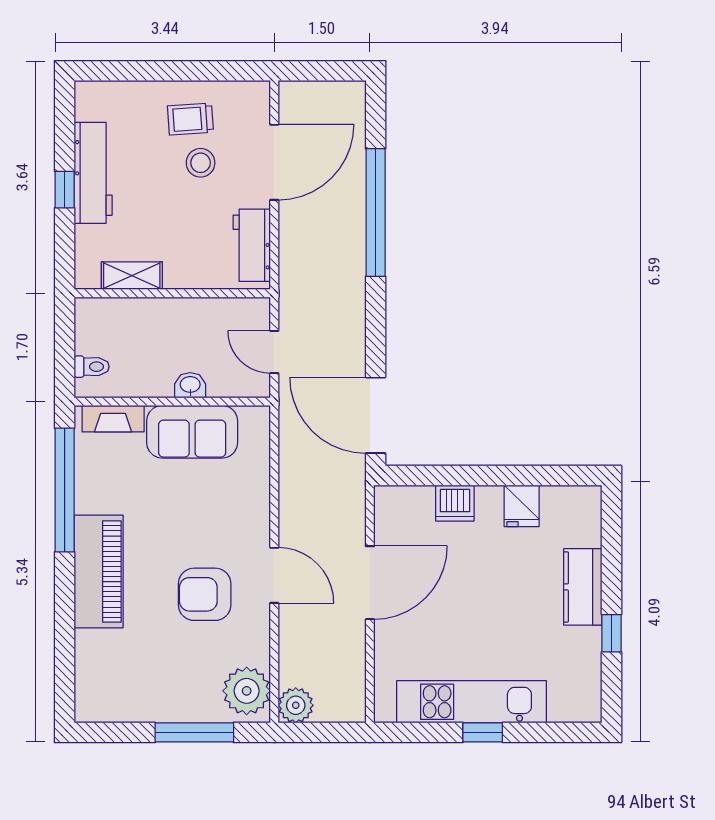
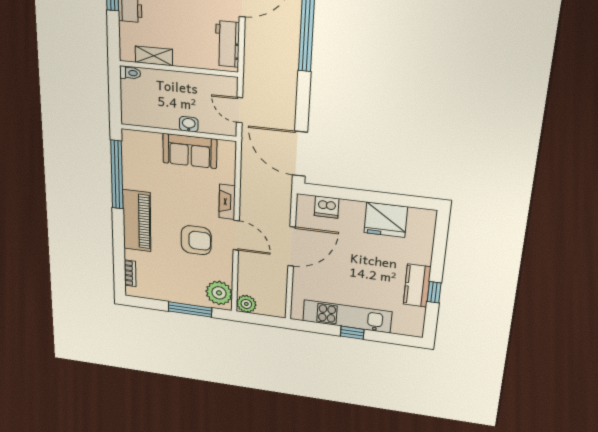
toilet: (92, 367) -> (130, 73), moved
fireplace: (113, 419) -> (227, 202), moved, turned 90
dishwasher: (455, 503) -> (327, 207), moved
fridge: (522, 506) -> (386, 220), width x1.88, depth x1.34
kitchen counter: (583, 587) -> (417, 286), moved
armchair: (205, 594) -> (196, 240), turned 180
bookcase: (84, 676) -> (130, 273), added

